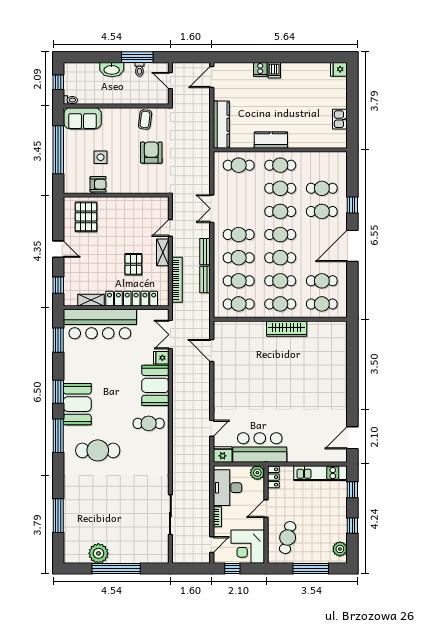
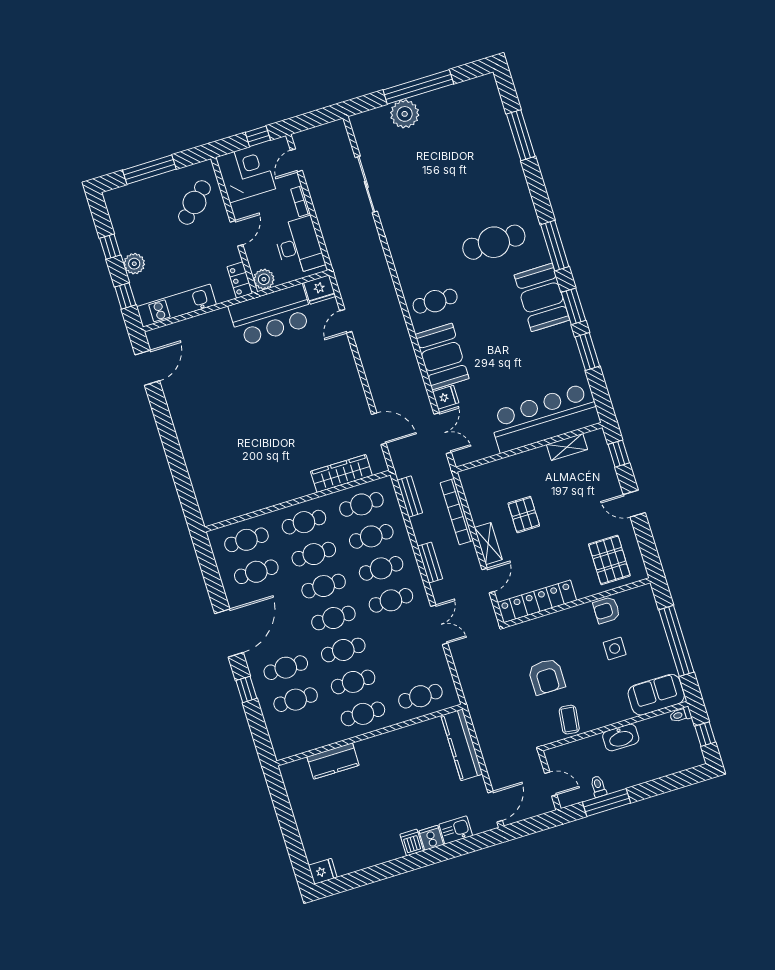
washbasin: (112, 70) -> (621, 737), moved, turned 180
kitchen sink: (340, 119) -> (456, 830), moved, turned -90
kitchen counter: (271, 140) -> (333, 761), moved
bench: (205, 279) -> (410, 497), moved
locker: (132, 299) -> (537, 601), moved, turned 180
wardrobe: (287, 329) -> (341, 473), moved
window: (58, 340) -> (587, 352), moved
cafe table: (288, 538) -> (194, 202), turned 33
plant: (340, 549) -> (134, 264), moved
plant: (98, 553) -> (405, 114), moved

